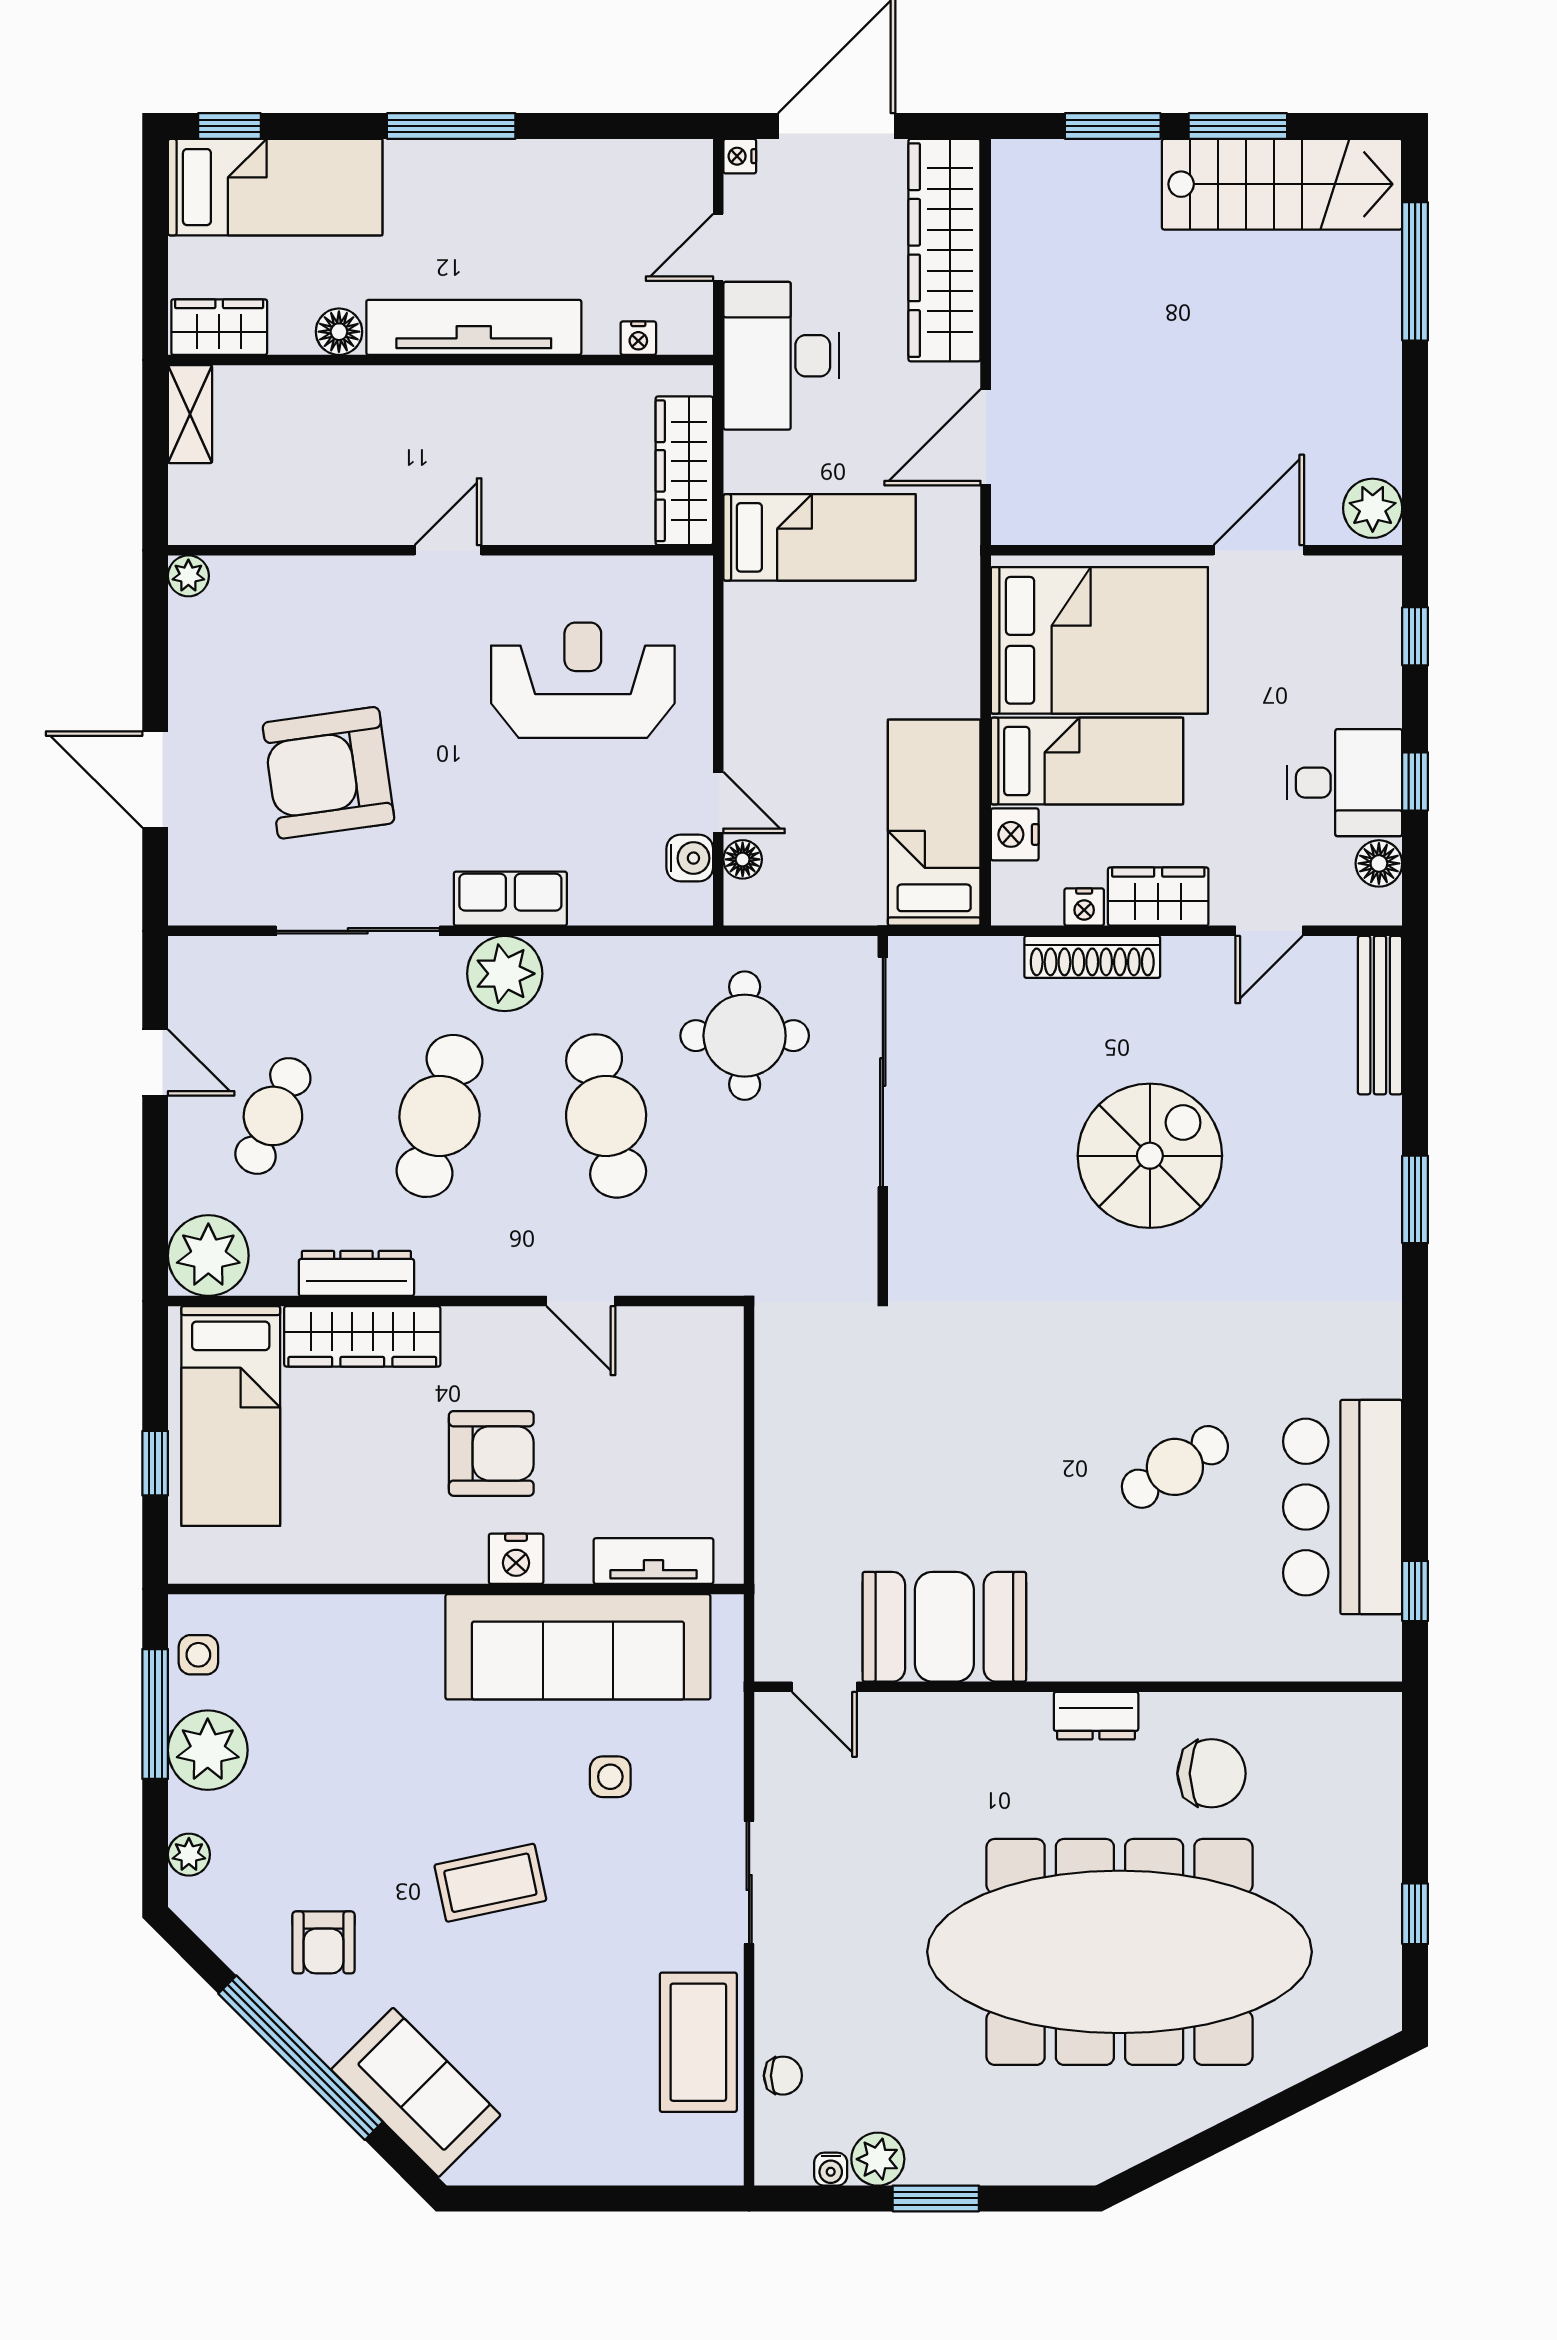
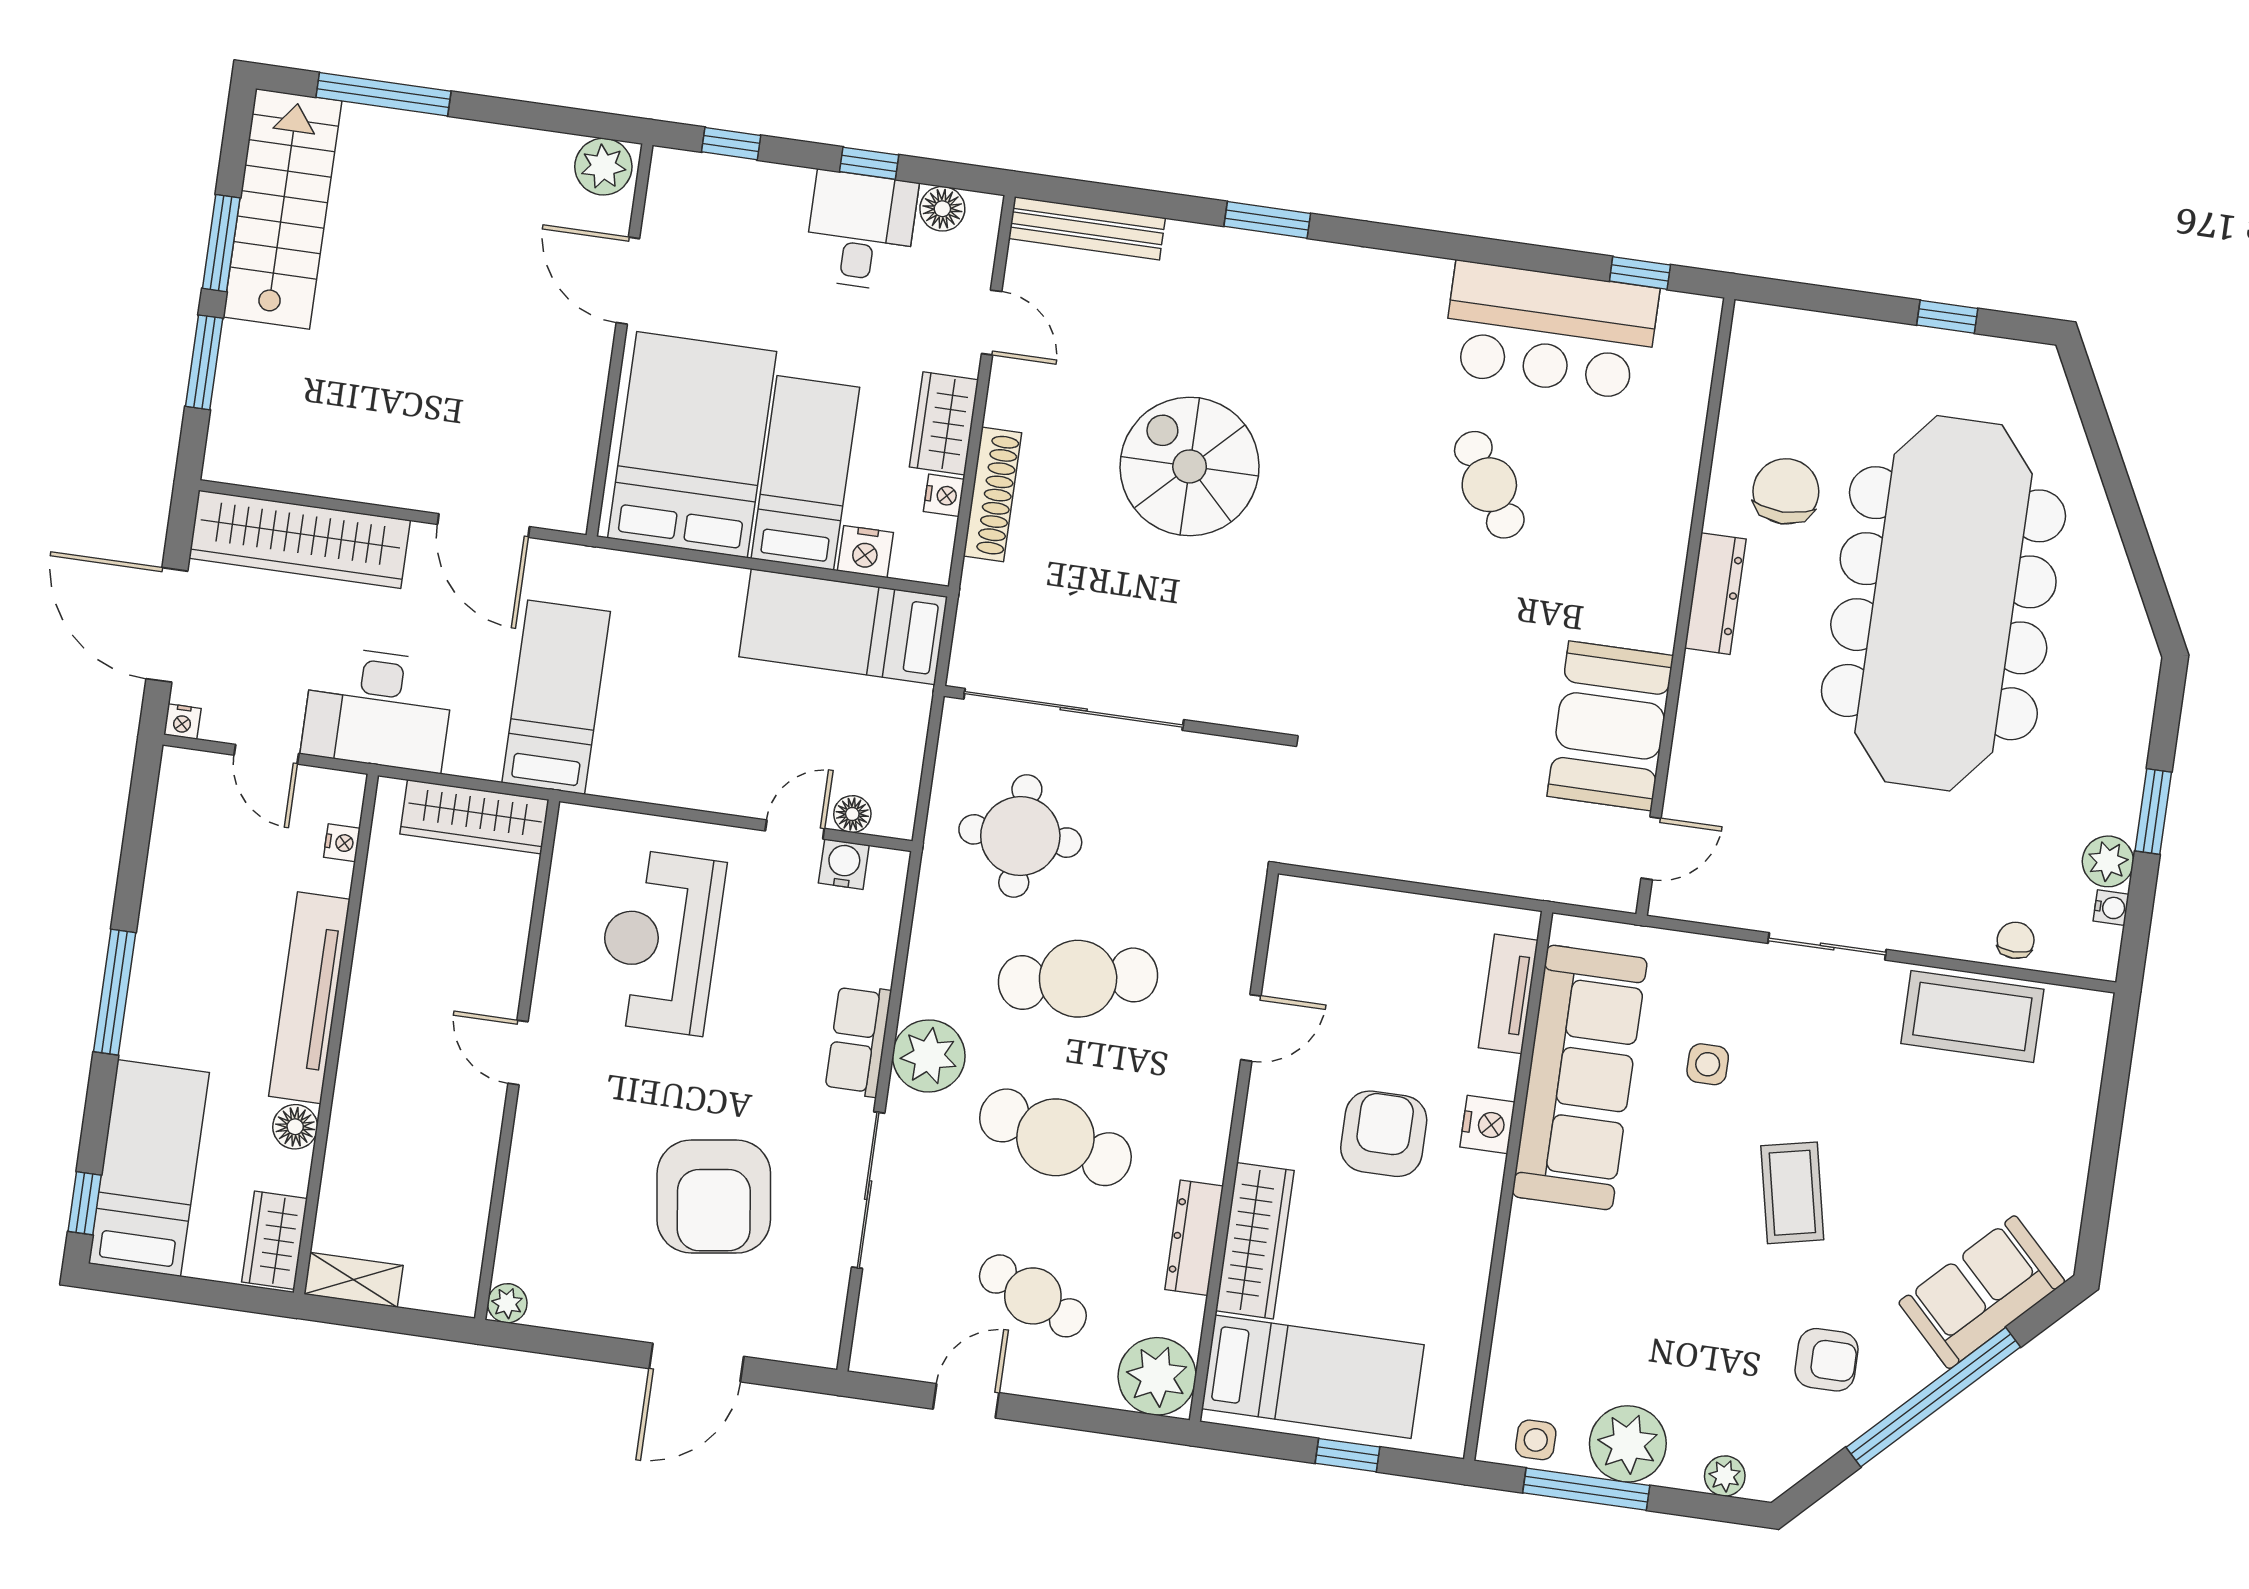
dresser: (1096, 1716) -> (1715, 594), width x1.44

